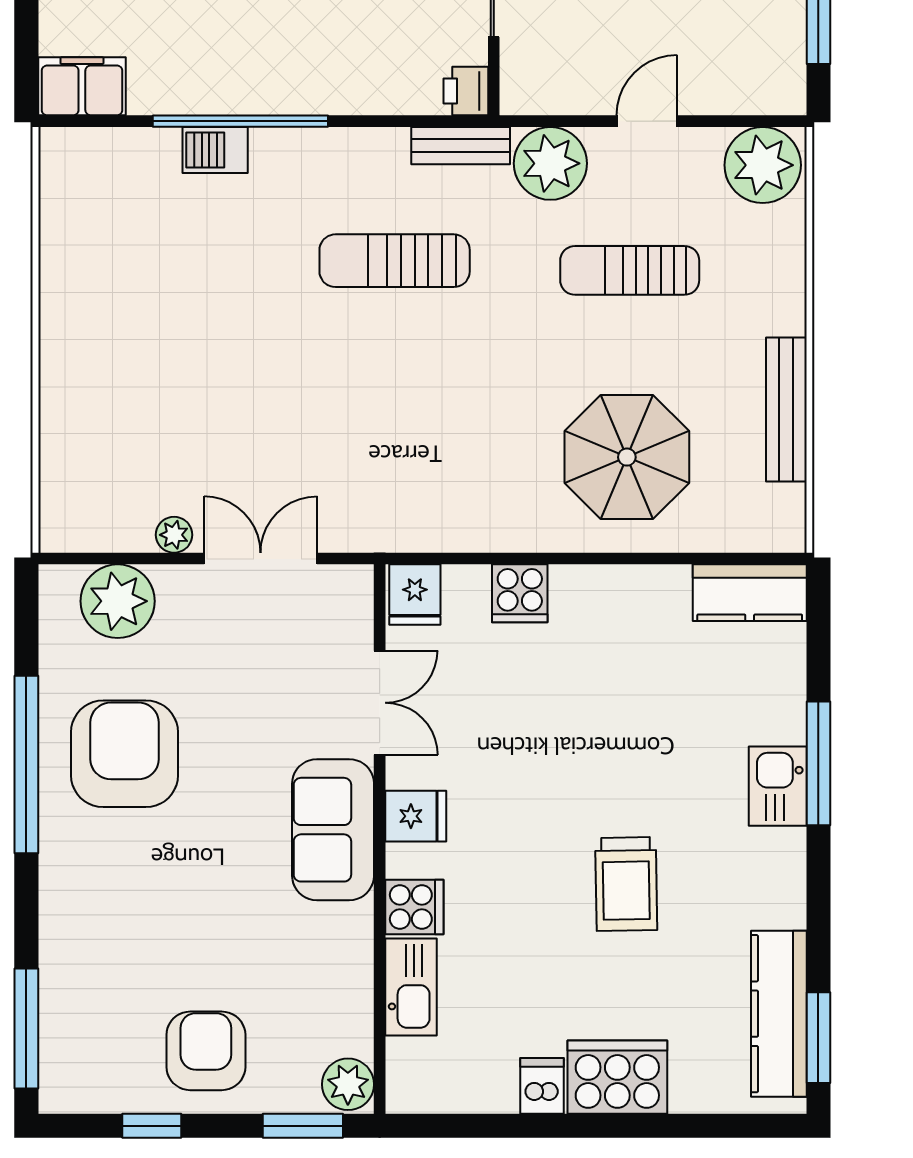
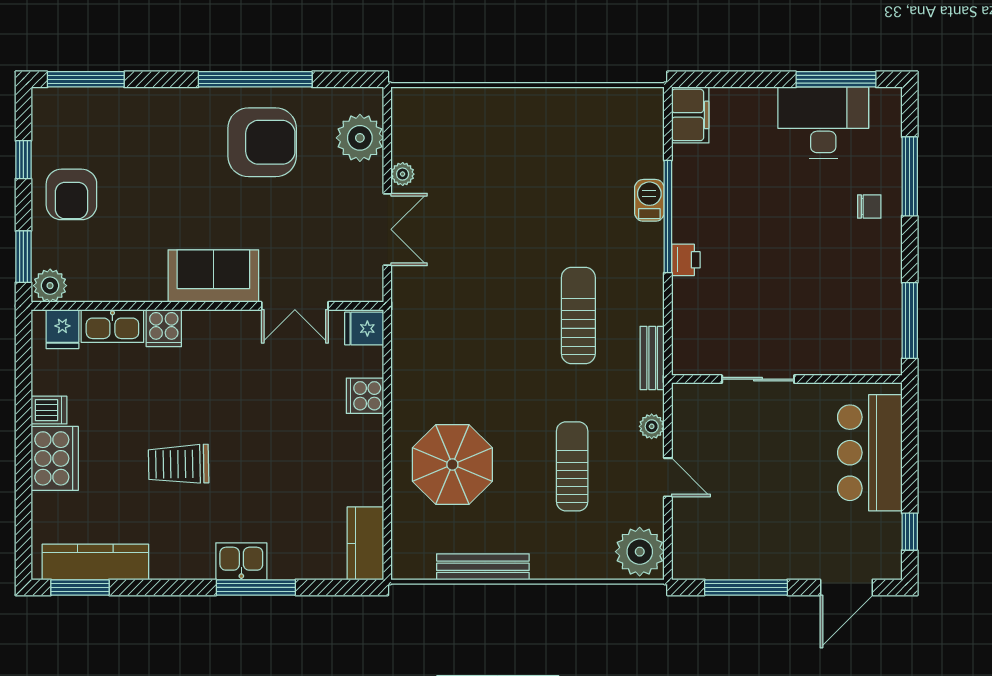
printer: (466, 91) -> (686, 260), moved, turned 90
plant: (550, 163) -> (652, 426), width x0.53, depth x0.53
fridge: (416, 816) -> (62, 329), moved
armchair: (206, 1051) -> (71, 194), turned 90

